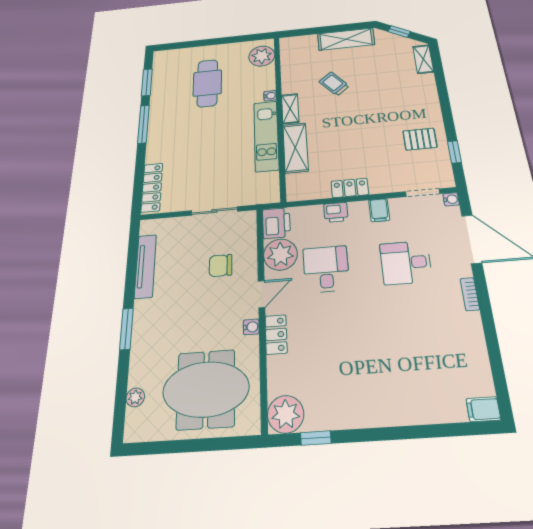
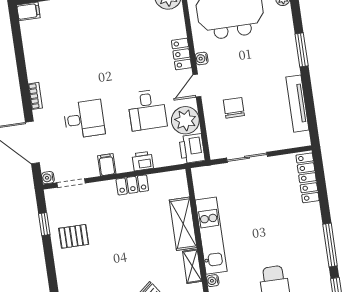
chair: (221, 266) -> (234, 108), turned -90

